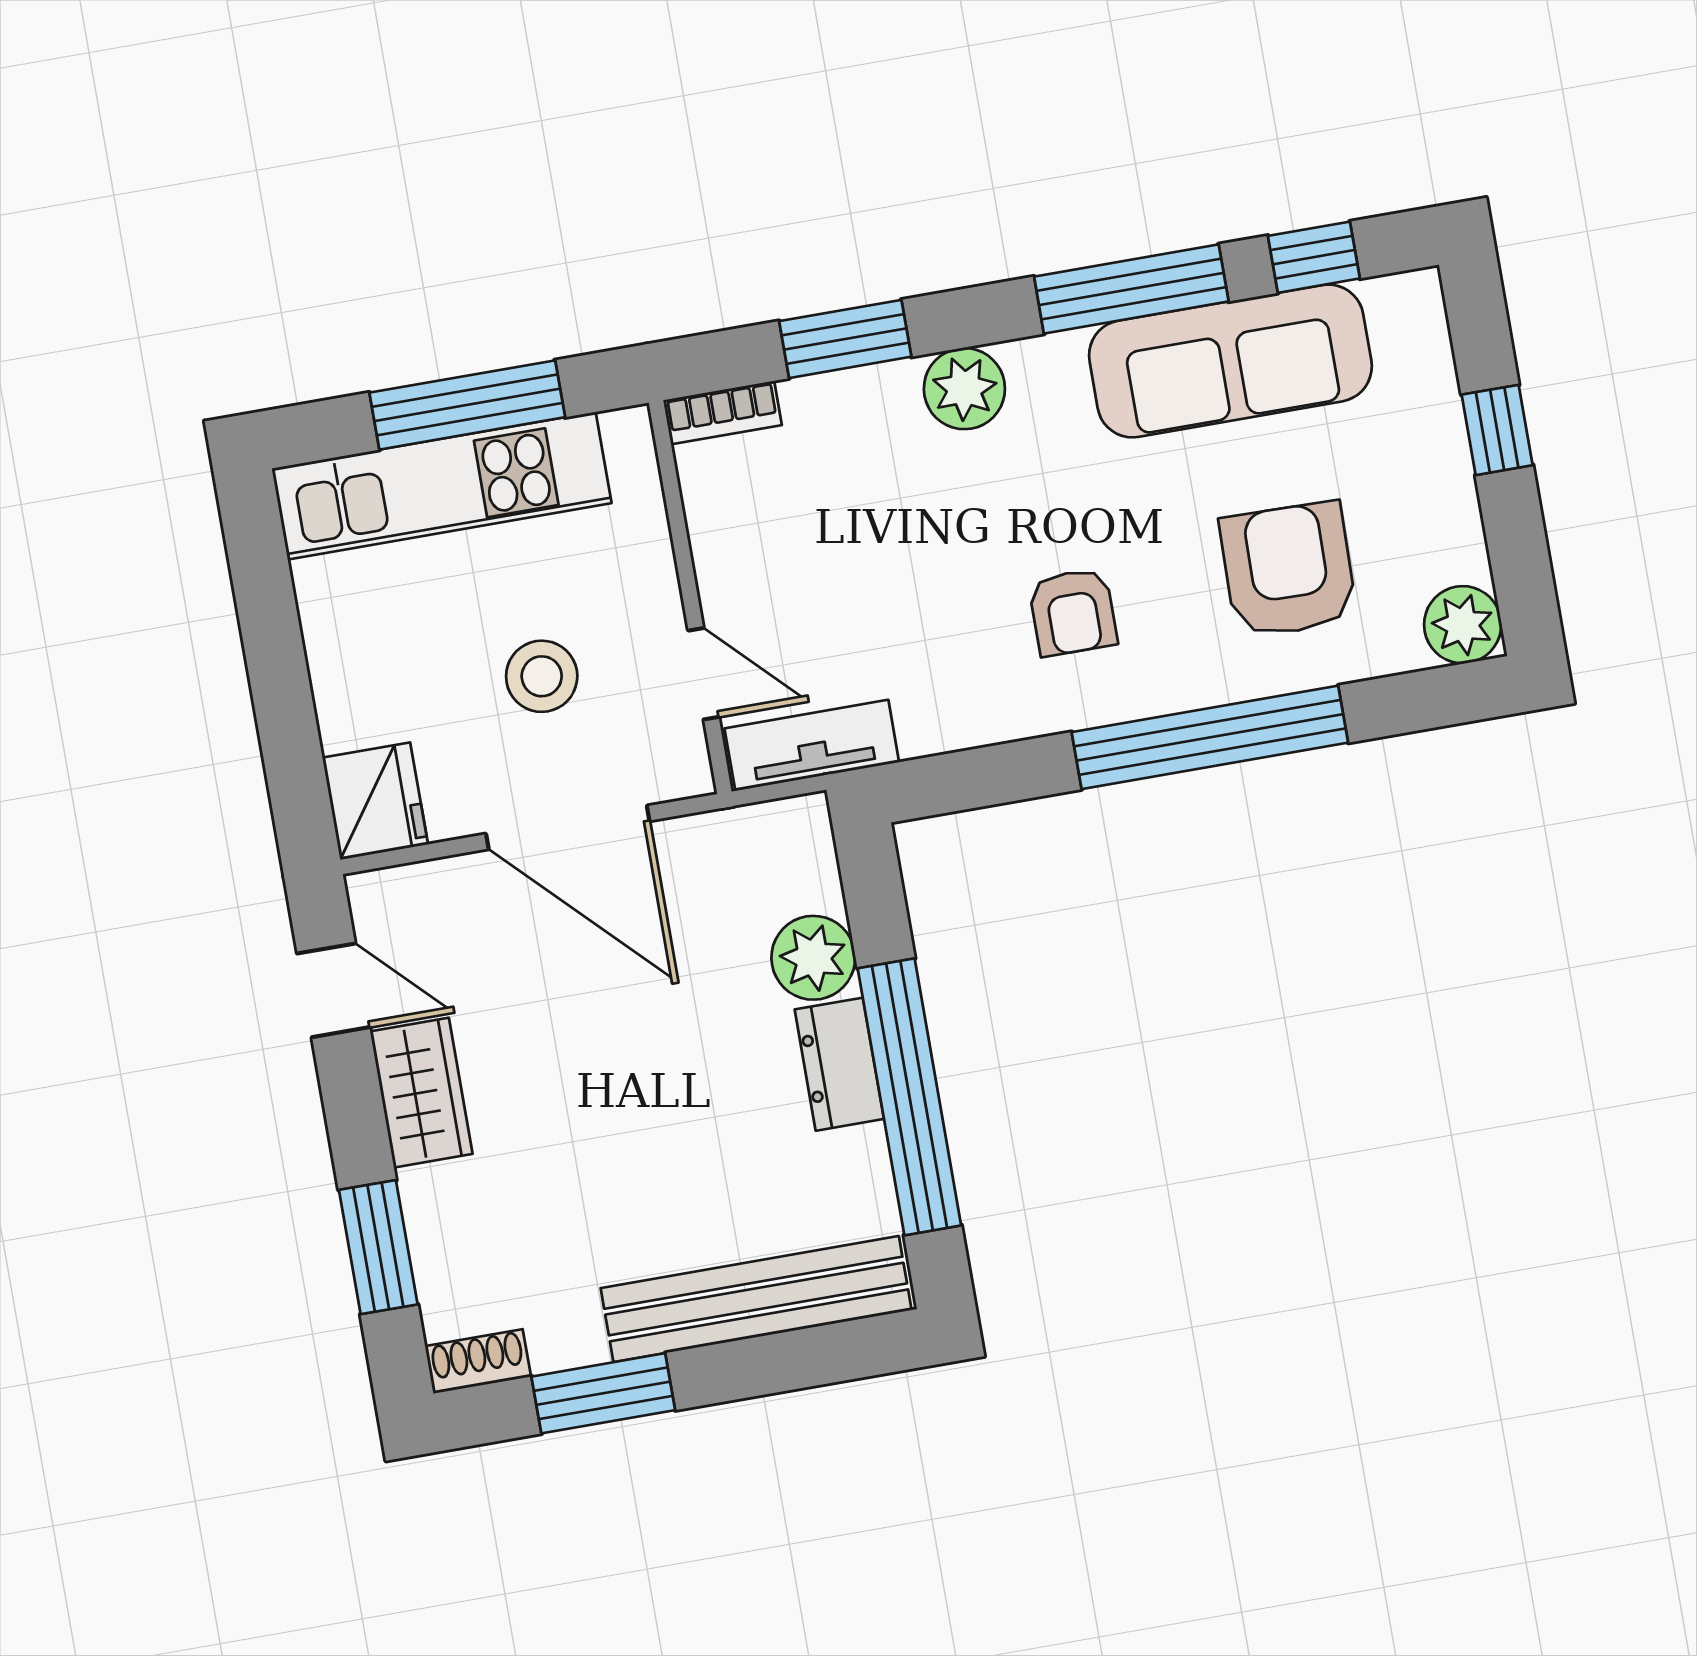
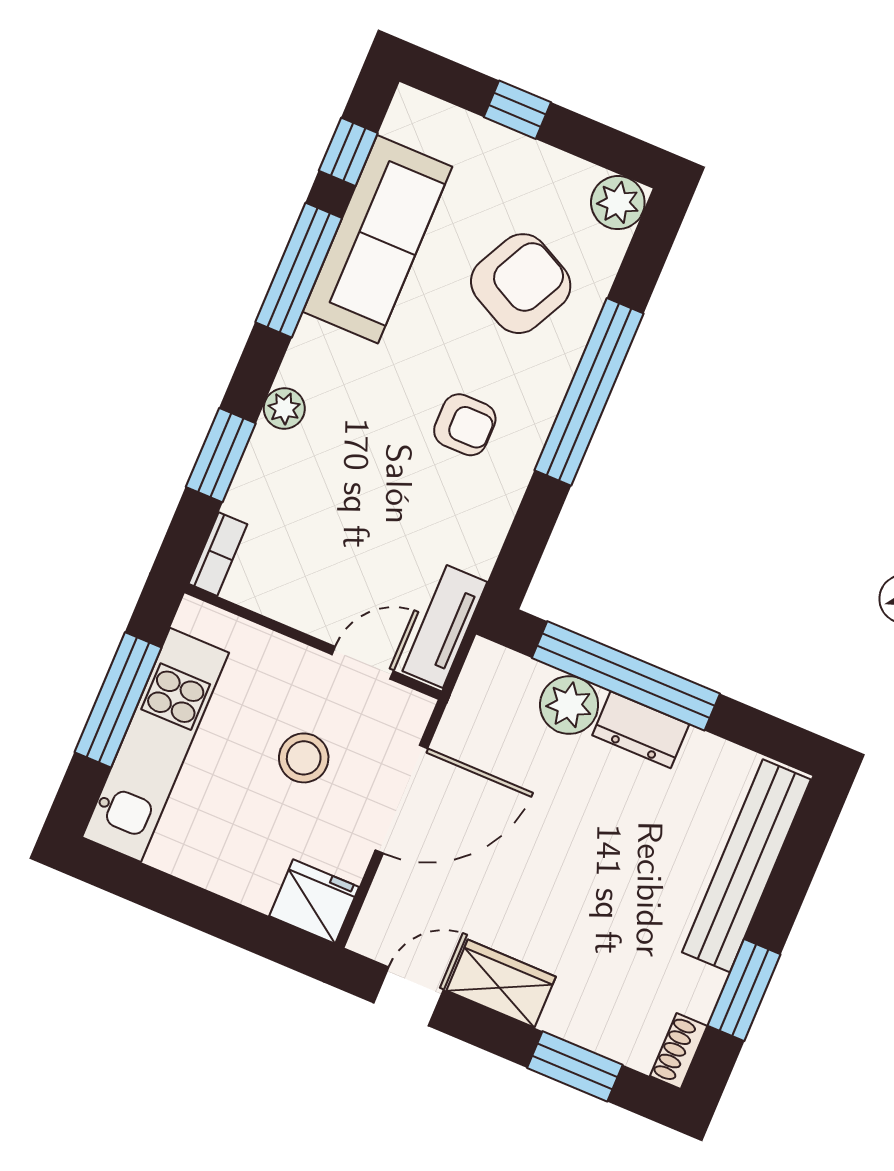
plant: (964, 389) -> (284, 408), width x0.73, depth x0.73
armchair: (1288, 570) -> (521, 284), turned 116
window: (909, 1097) -> (626, 676), moved

